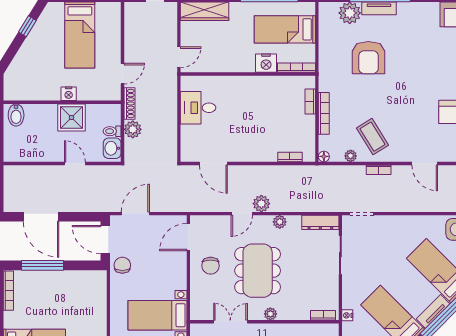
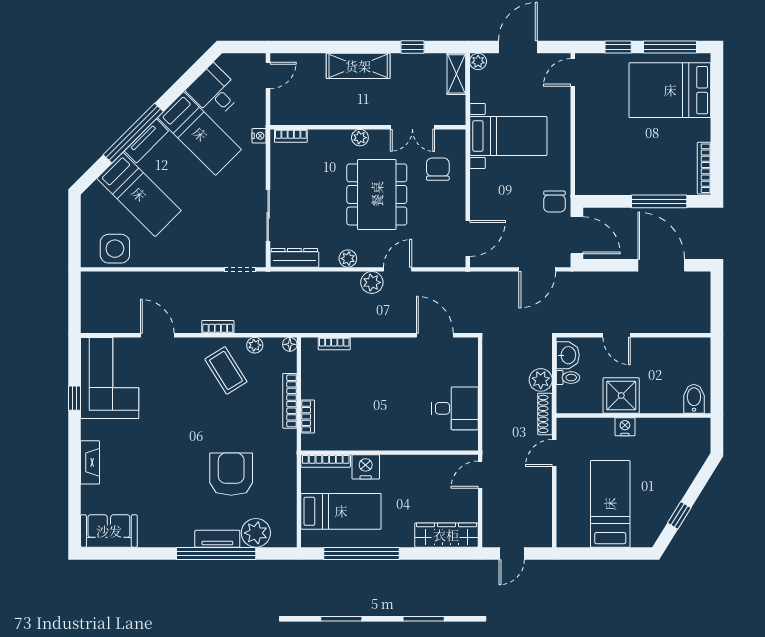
chair: (211, 266) -> (438, 169), moved

